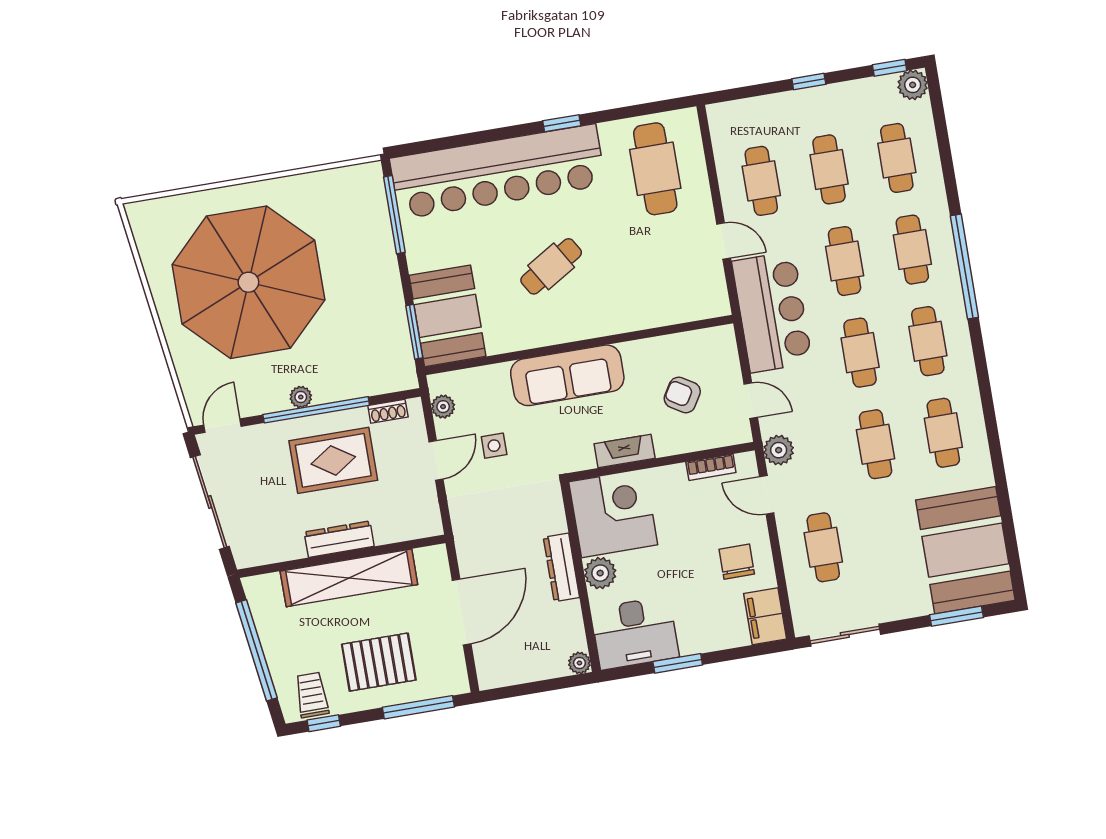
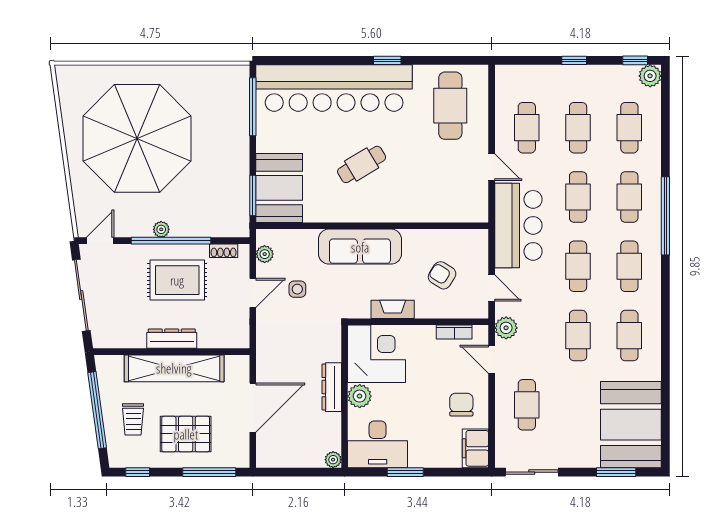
trolley: (312, 695) -> (133, 419), moved, turned 180

